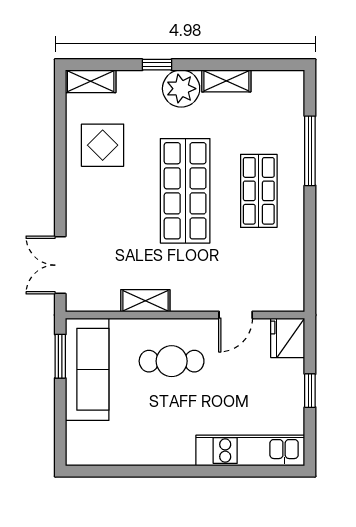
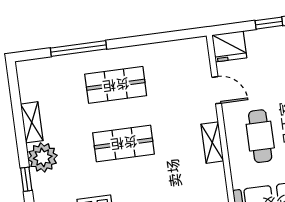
shop shelf: (185, 191) -> (124, 143), width x0.70, depth x0.74
shelving: (145, 301) -> (212, 143), moved

